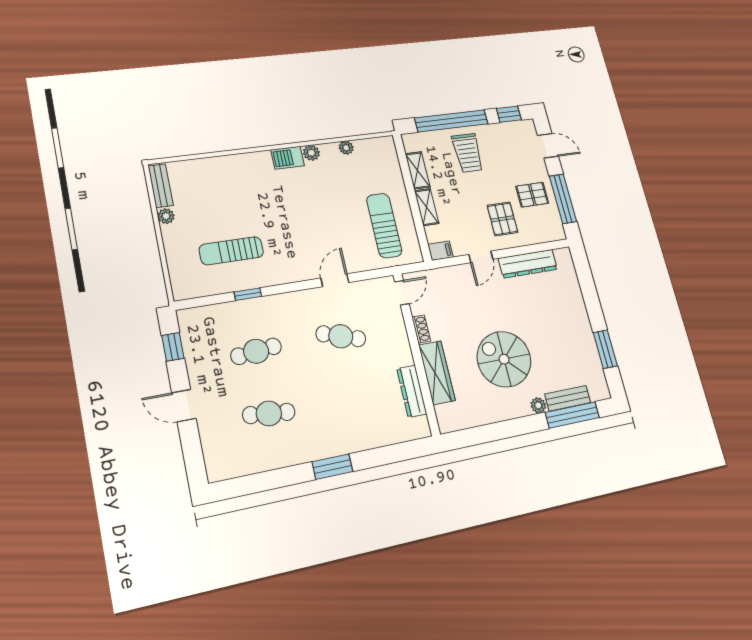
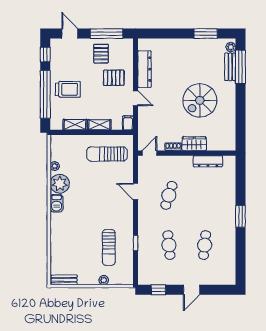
door: (548, 146) -> (70, 34), hinge flipped
plant: (311, 153) -> (60, 184), width x1.88, depth x1.88
plant: (166, 216) -> (104, 280), moved
door: (402, 293) -> (150, 153), hinge flipped
wardrobe: (437, 373) -> (194, 144), width x0.67
plant: (538, 405) -> (231, 47), moved

